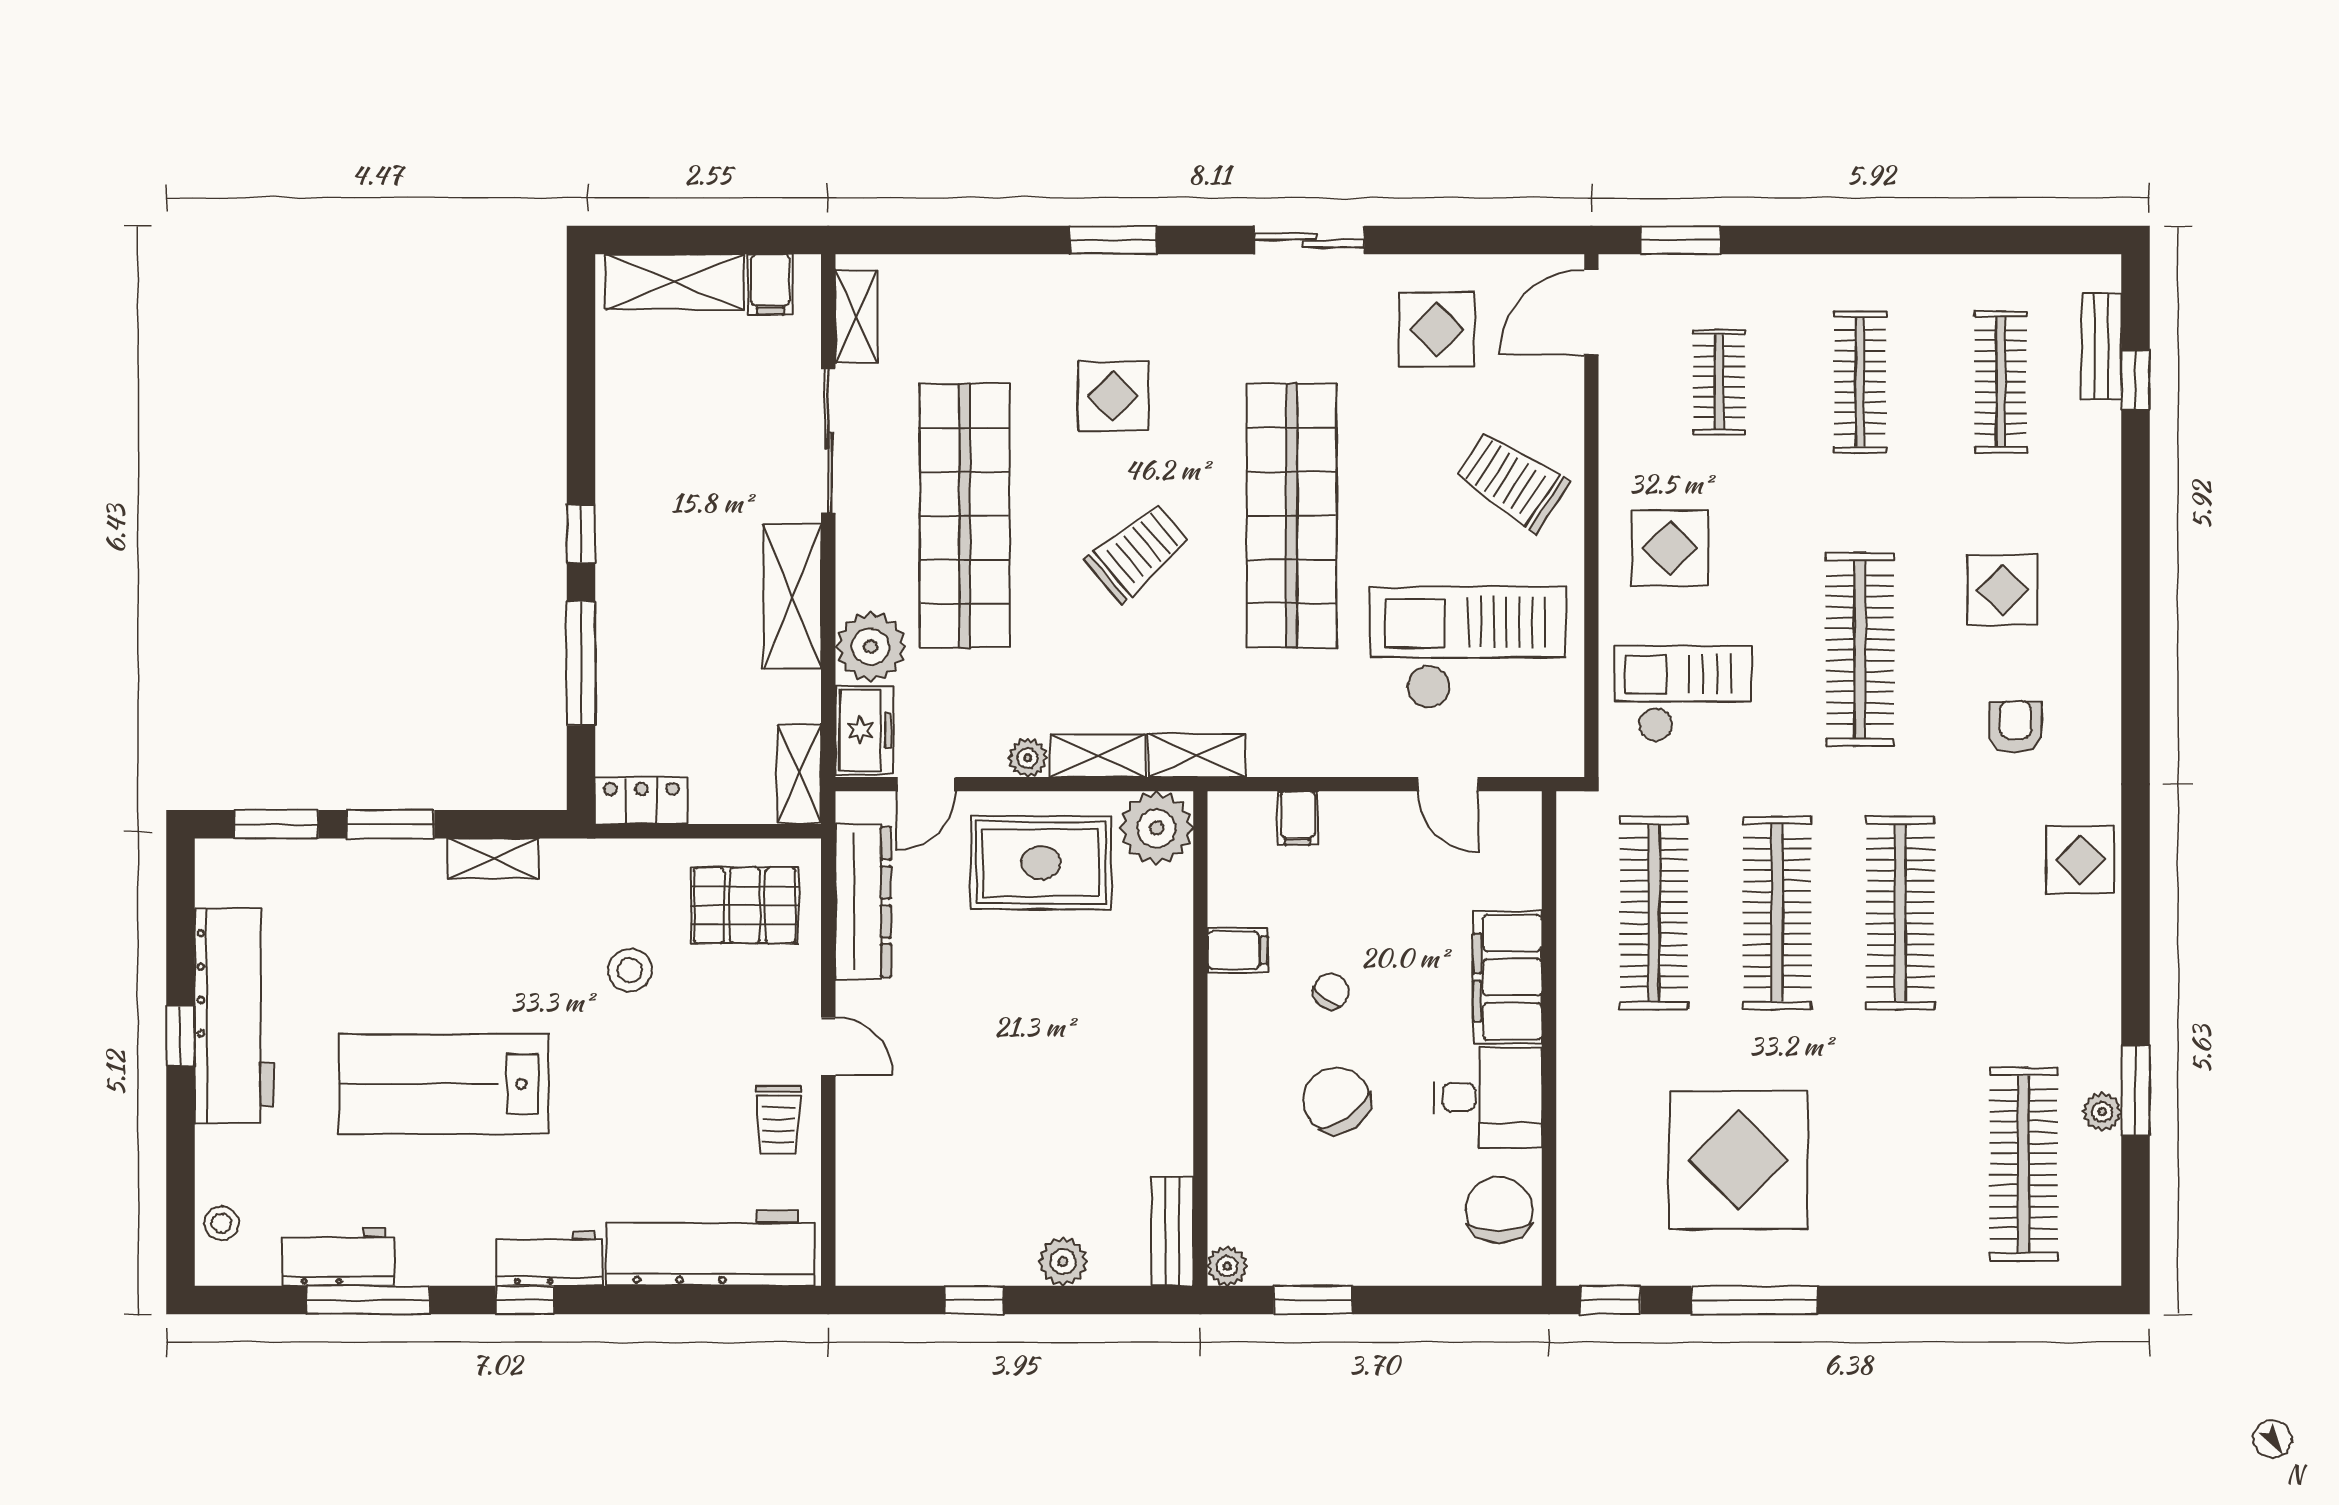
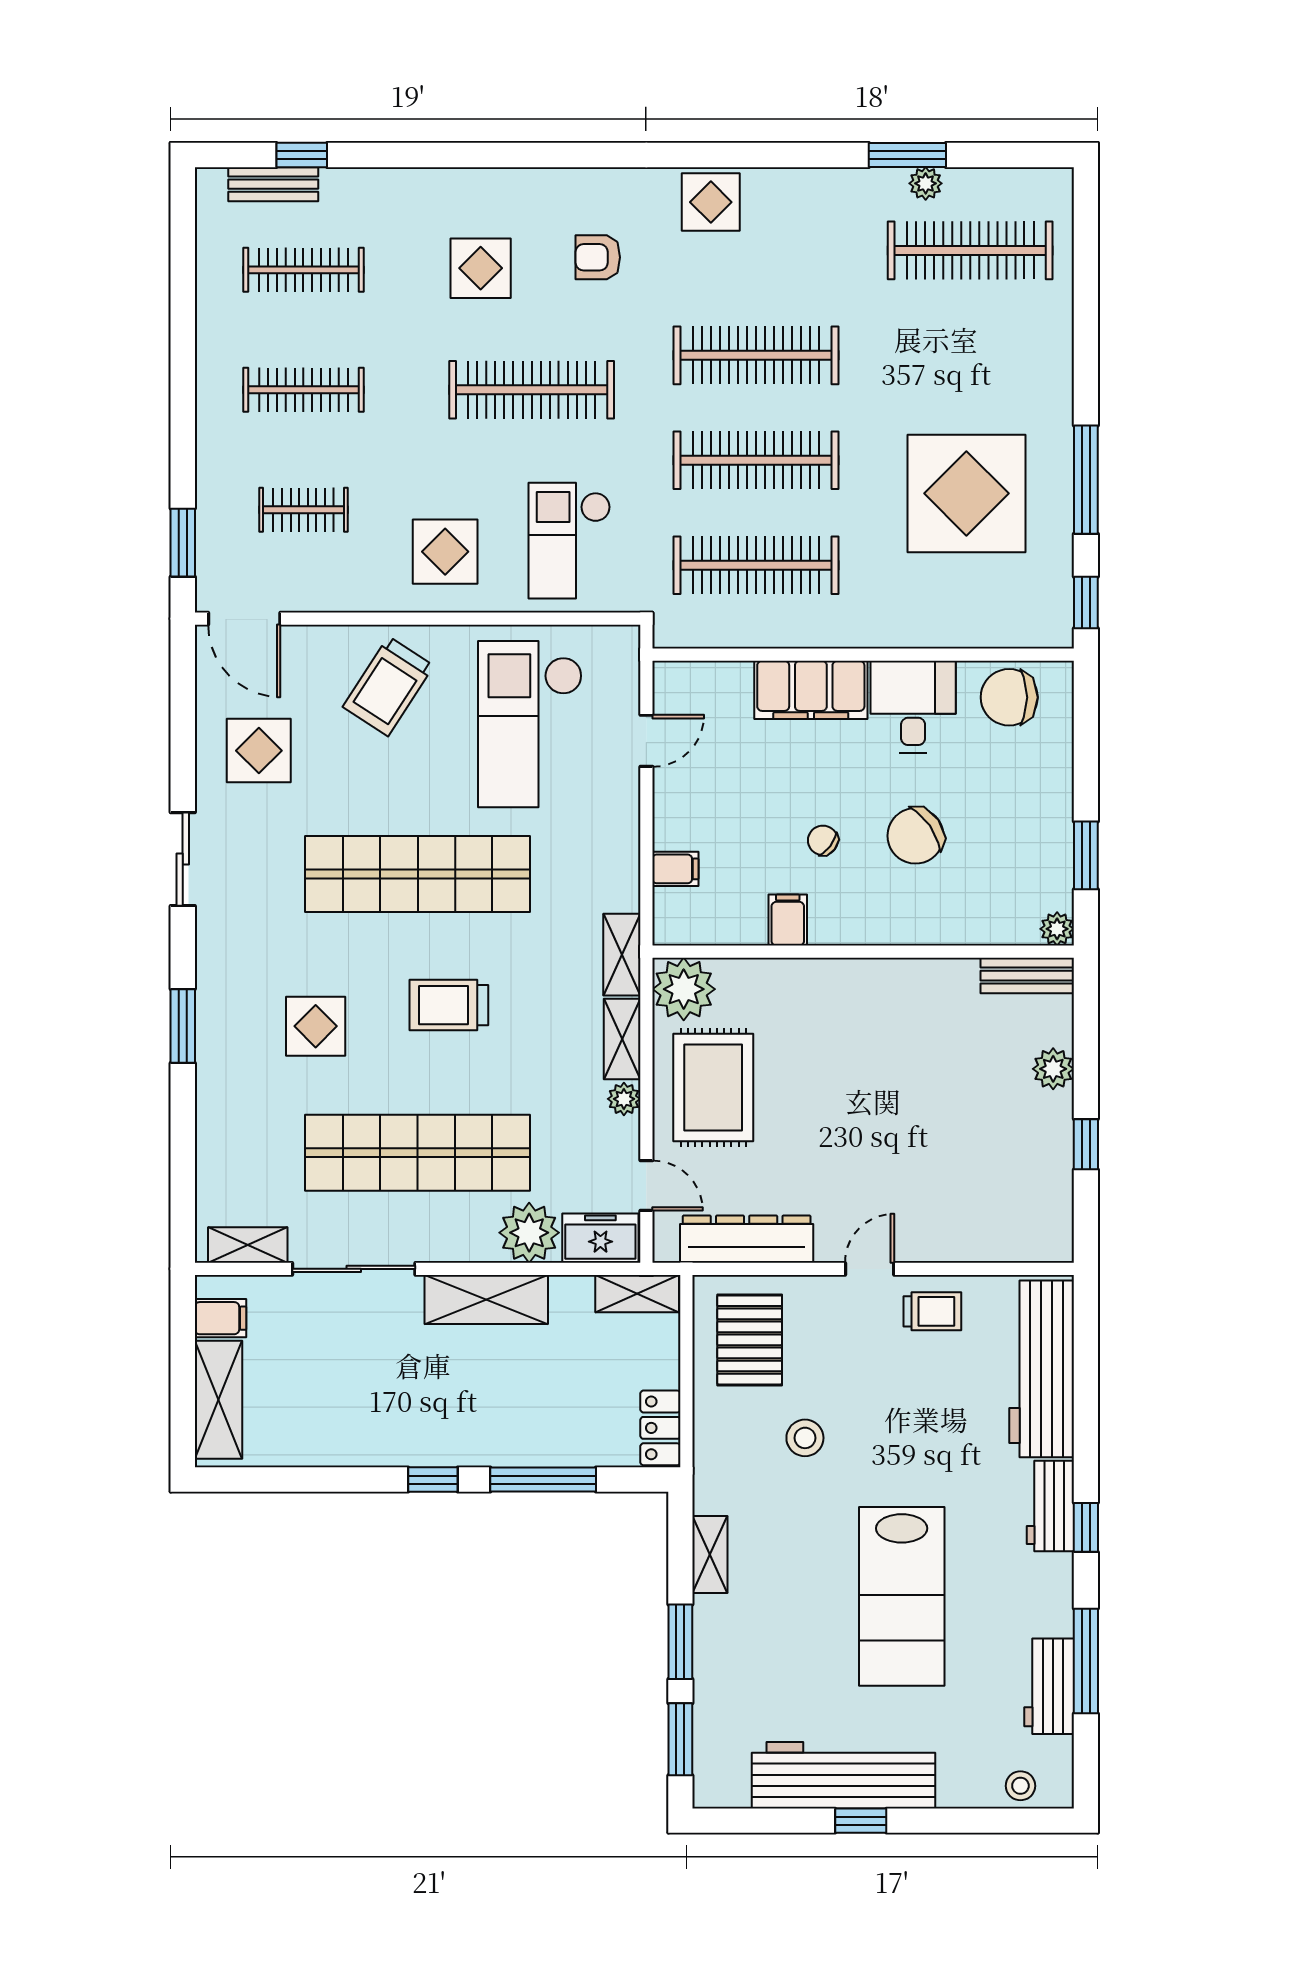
trolley: (1138, 553) -> (449, 1005), turned -50

